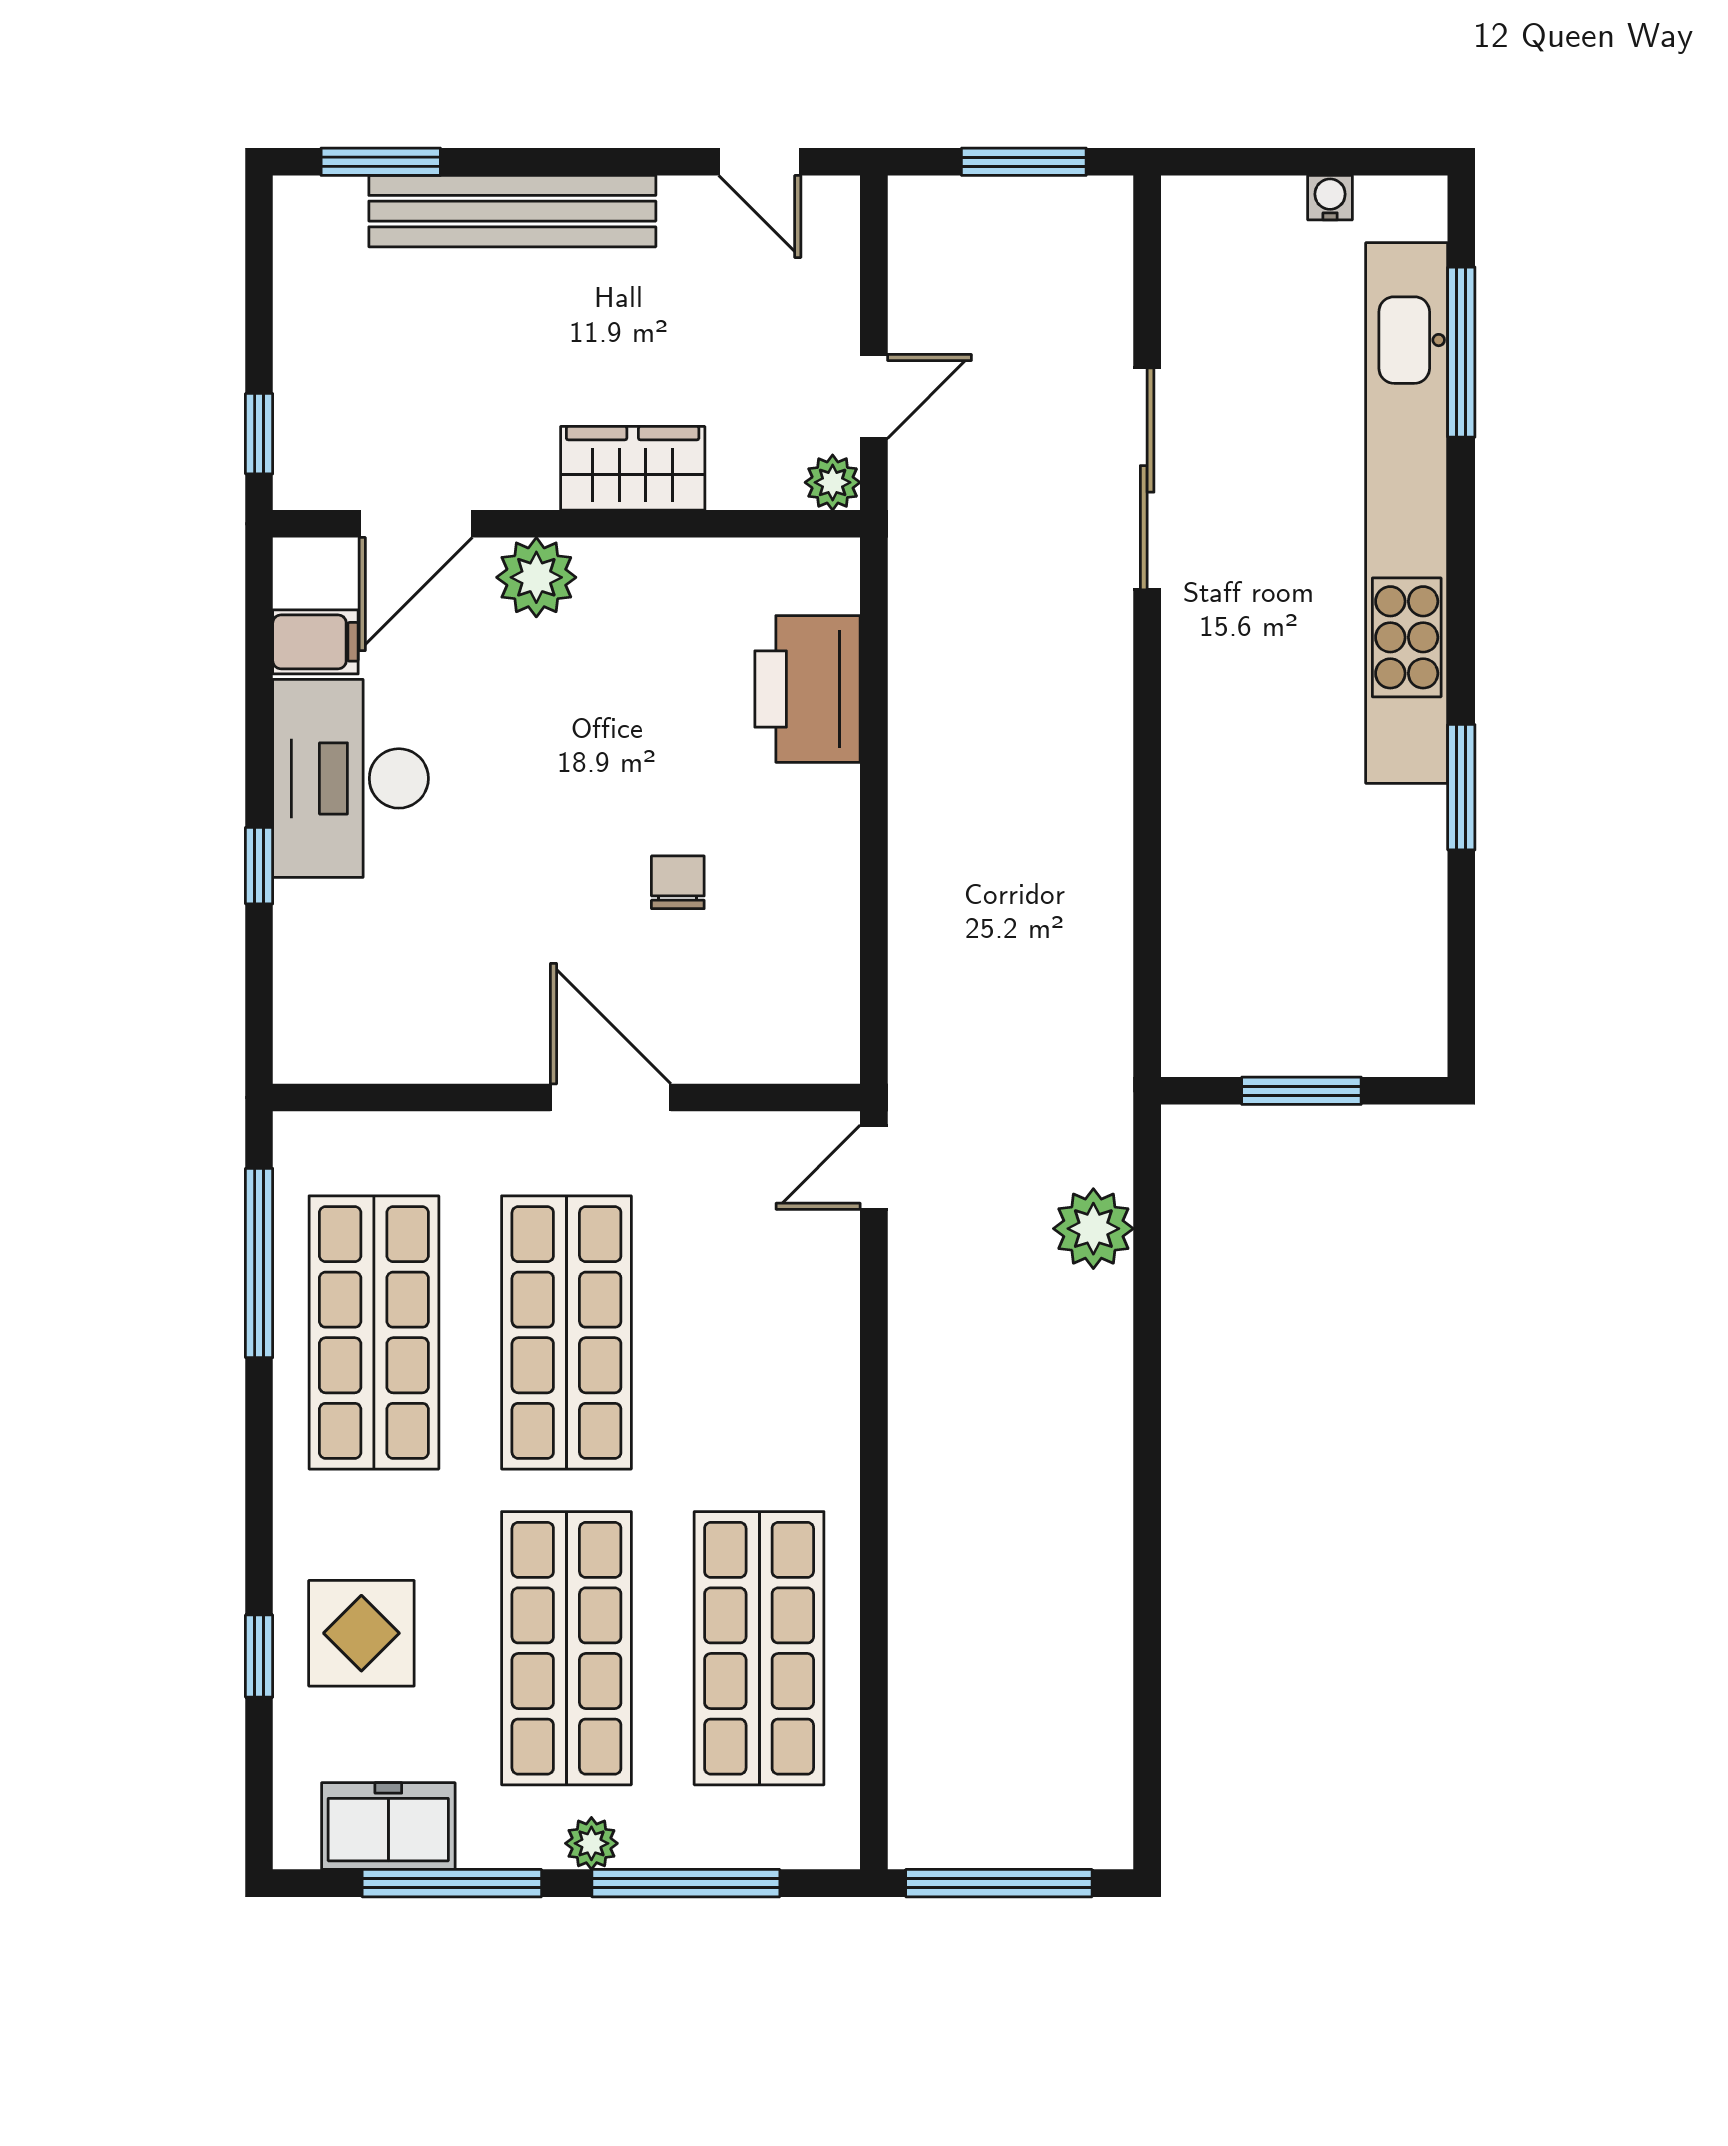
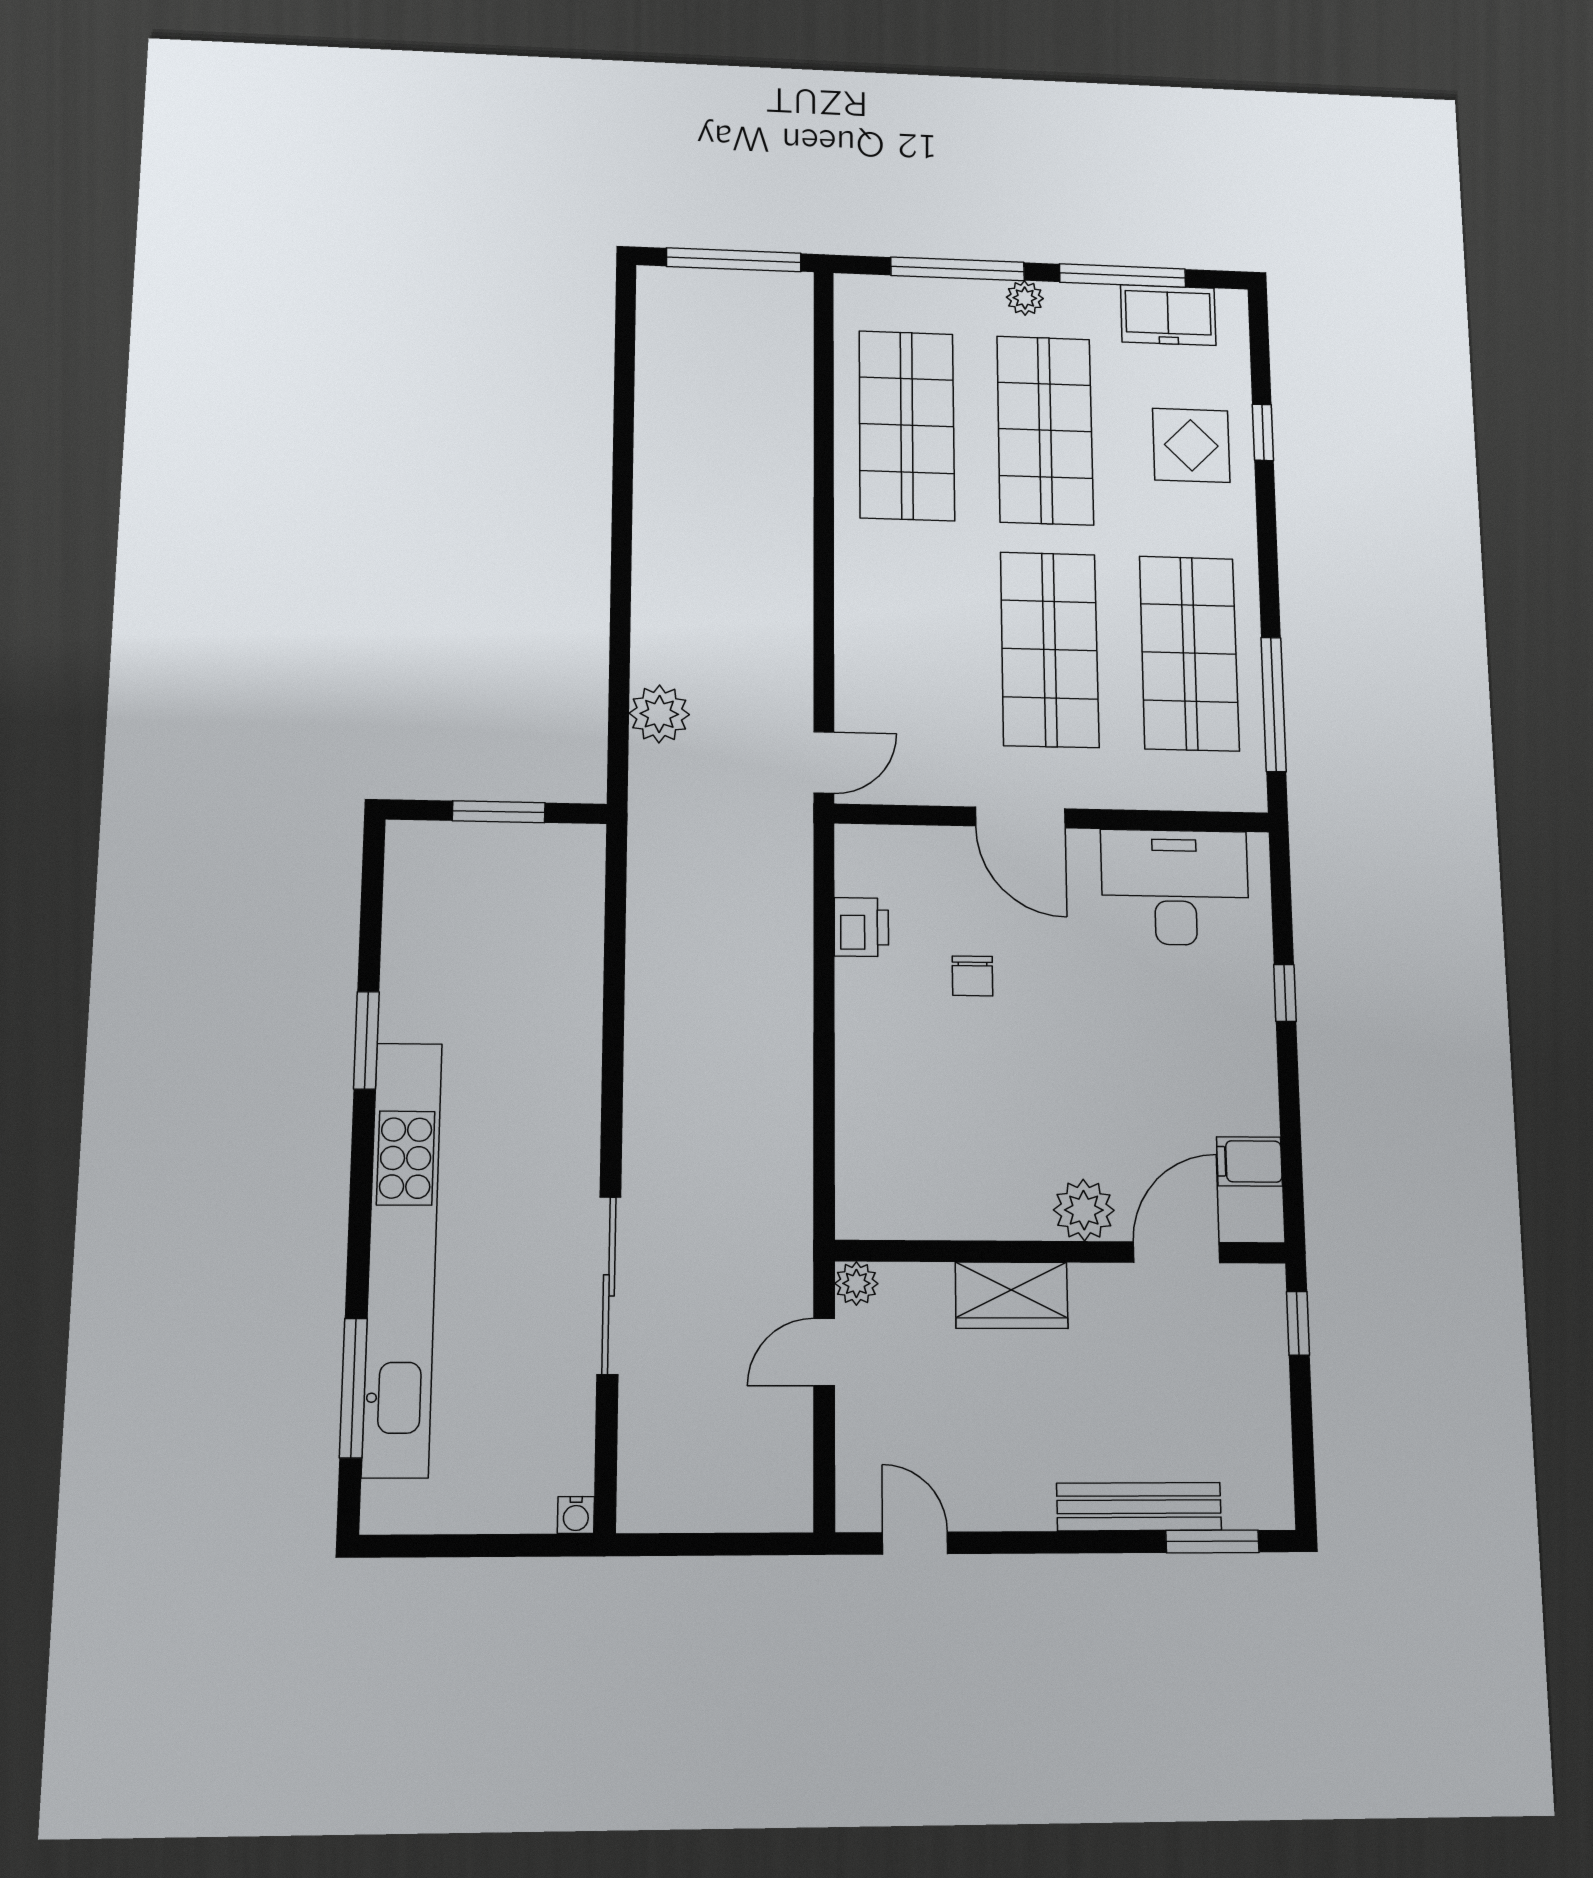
window: (1024, 162) -> (704, 1544), removed
water cooler: (1330, 198) -> (576, 1515), moved
bench: (512, 211) -> (1139, 1507), width x0.73, depth x0.82
printer: (807, 689) -> (861, 927), moved, width x0.53, depth x0.68
desk: (351, 778) -> (1175, 887), moved, turned -90

